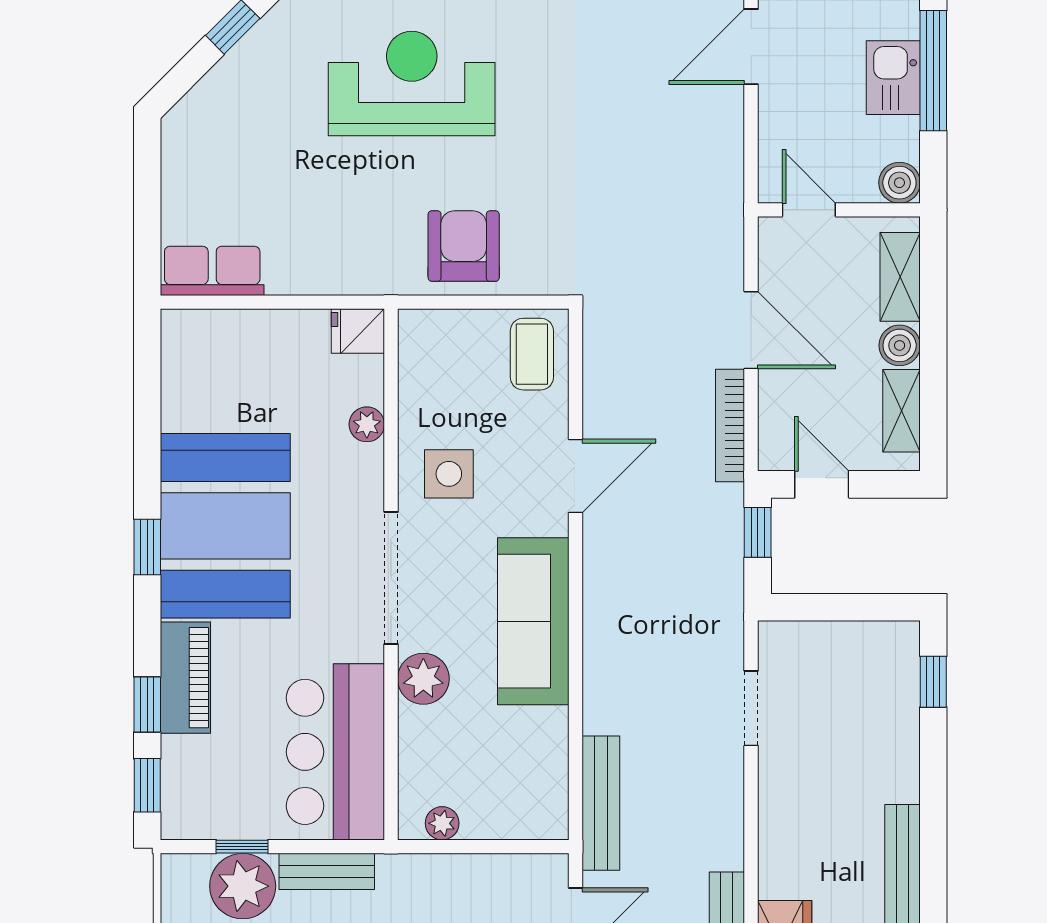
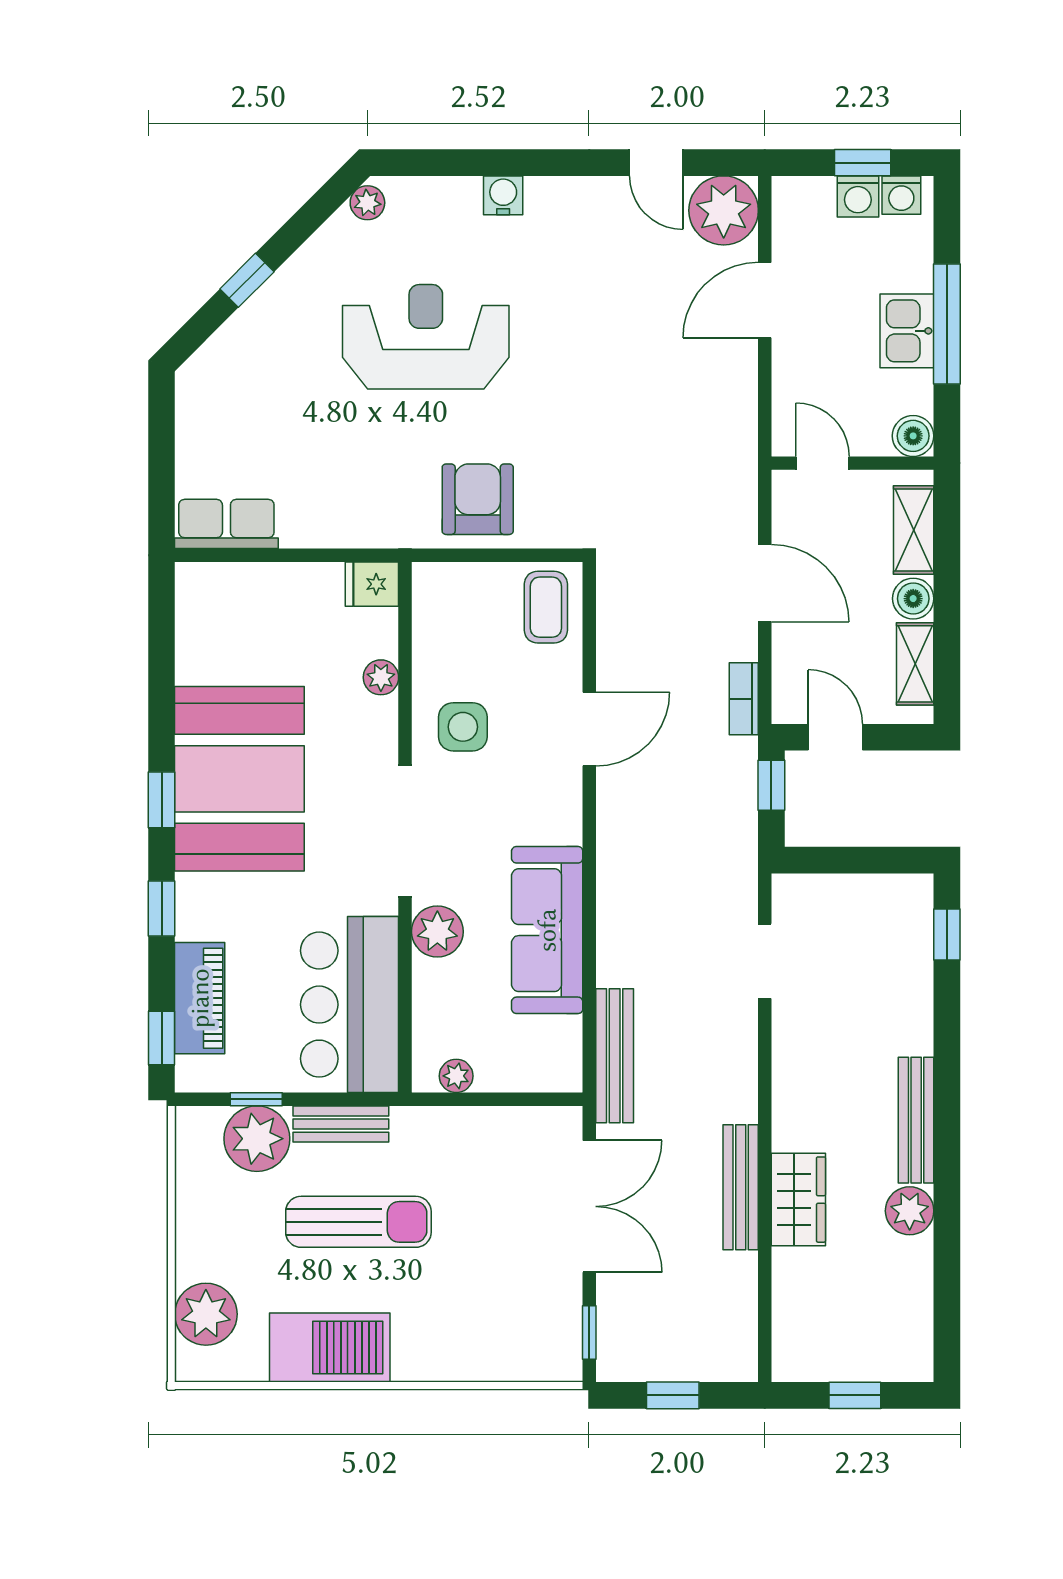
bookcase: (730, 425) -> (744, 699), width x0.64
sofa: (533, 621) -> (547, 930), moved
piano: (185, 678) -> (200, 998), moved
window: (147, 704) -> (162, 909), moved

